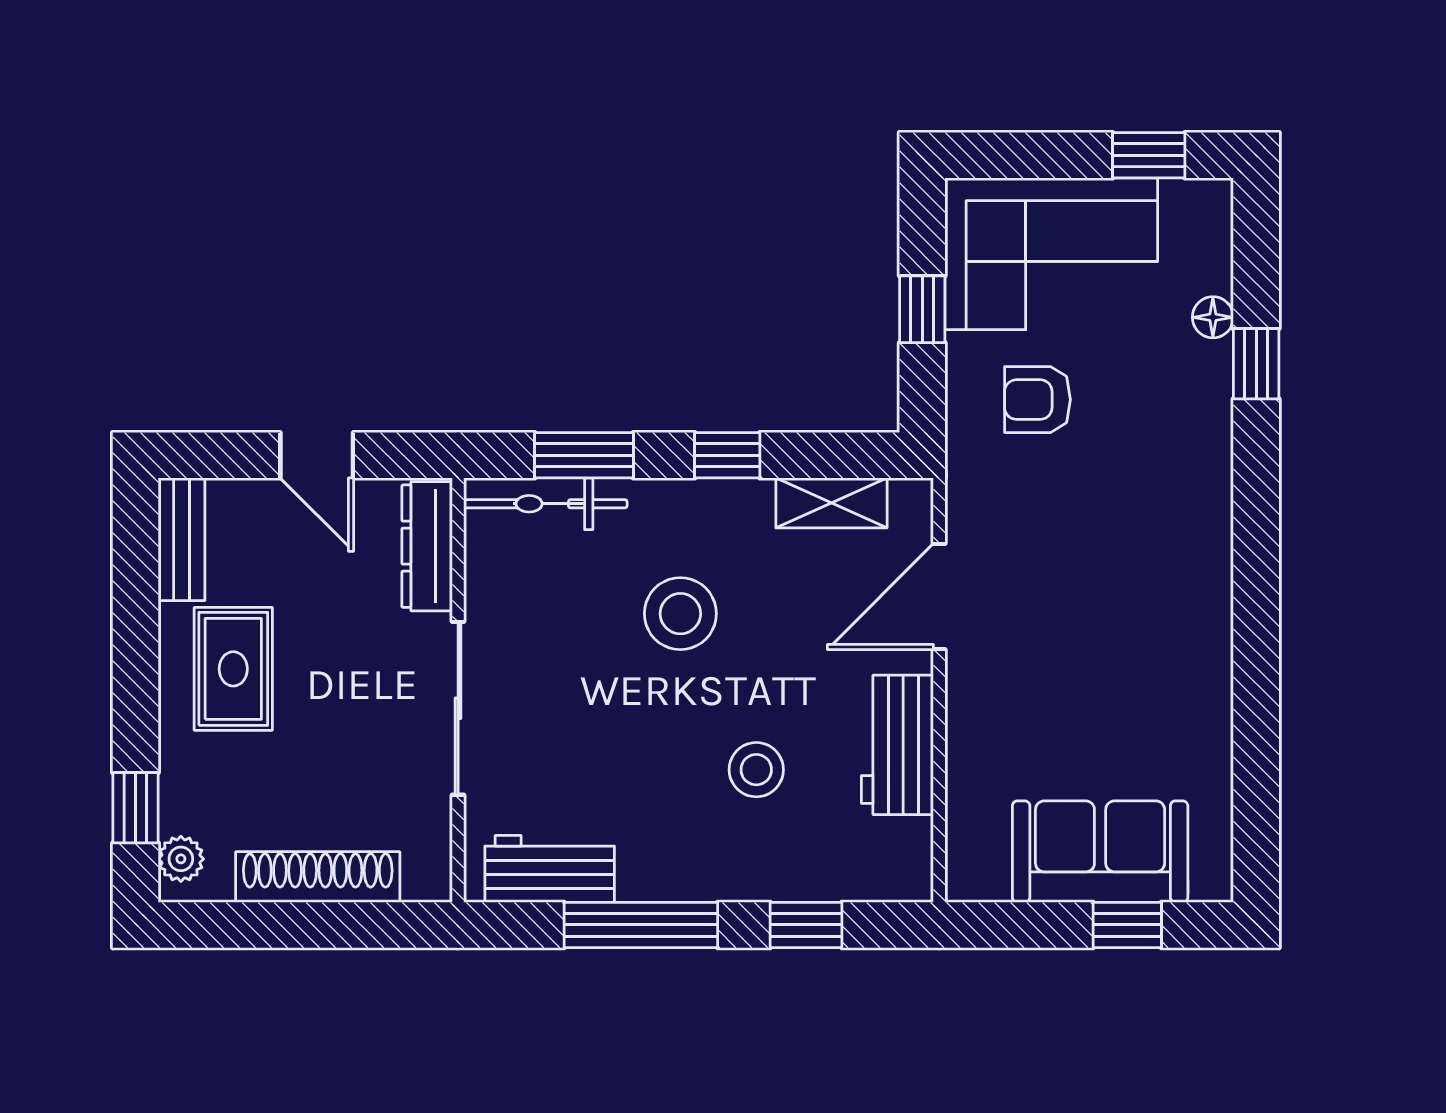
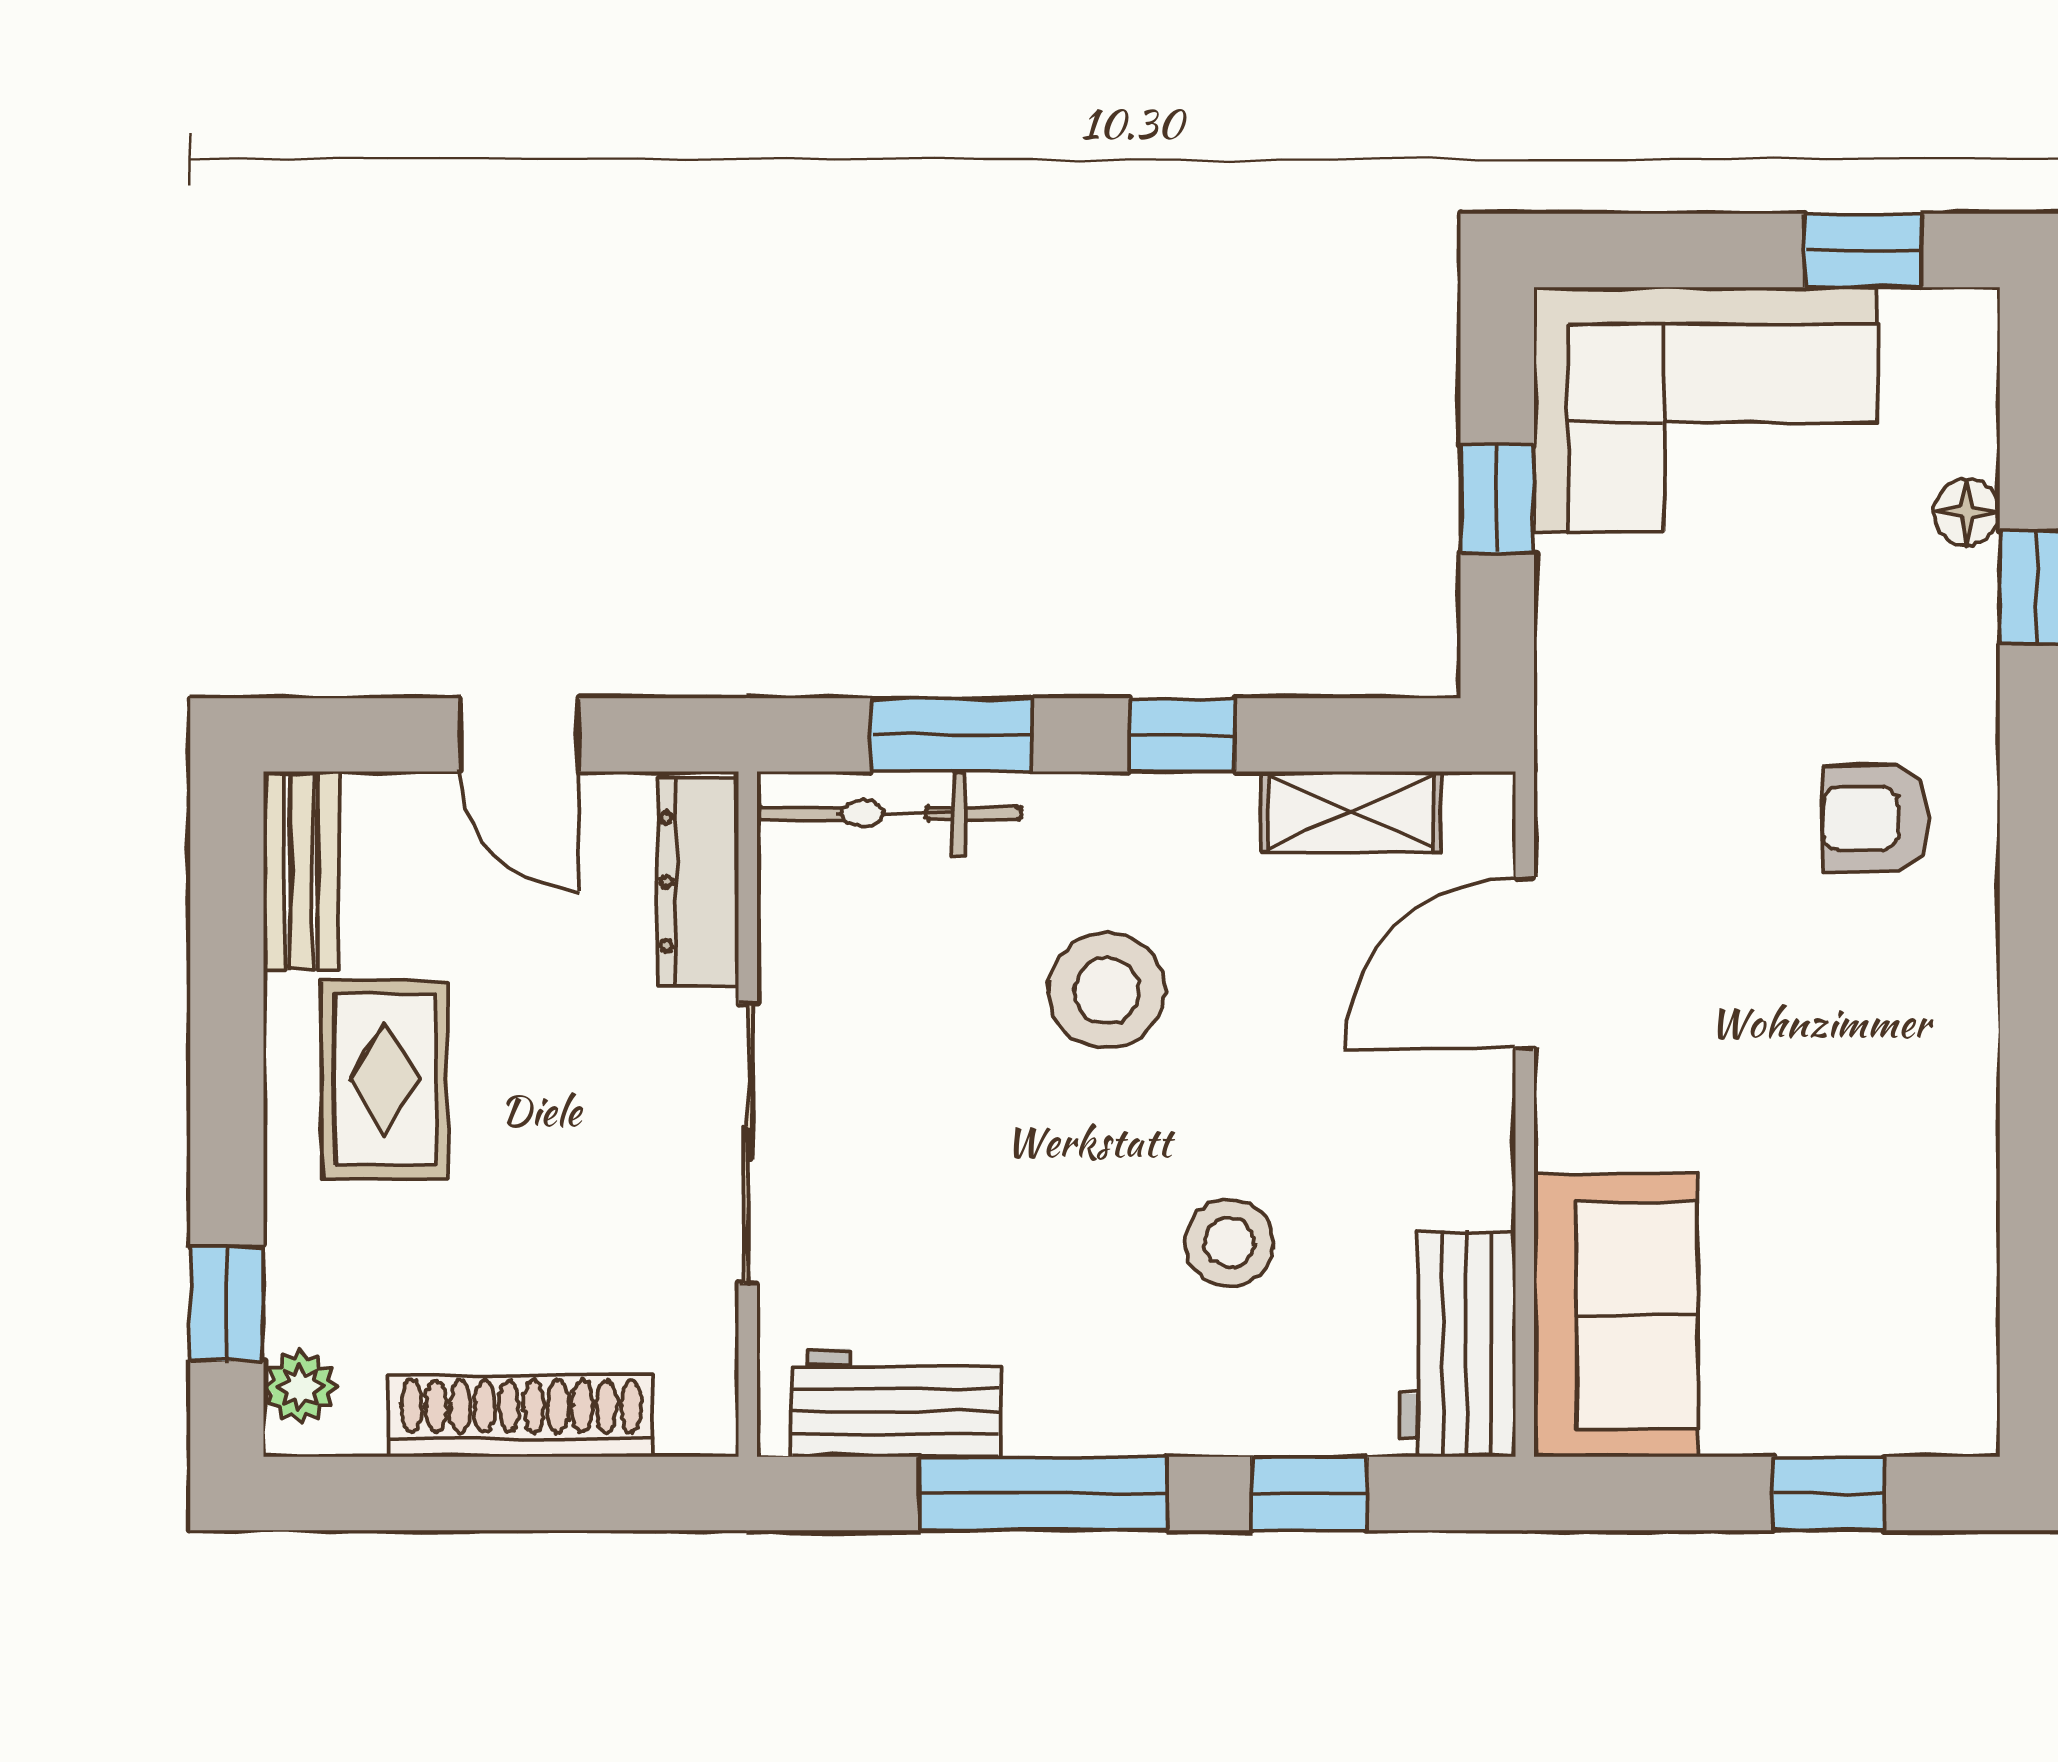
armchair: (1038, 400) -> (1876, 818), moved
workbench: (897, 745) -> (1457, 1344), moved
sofa: (1100, 852) -> (1616, 1315), moved, turned 90

